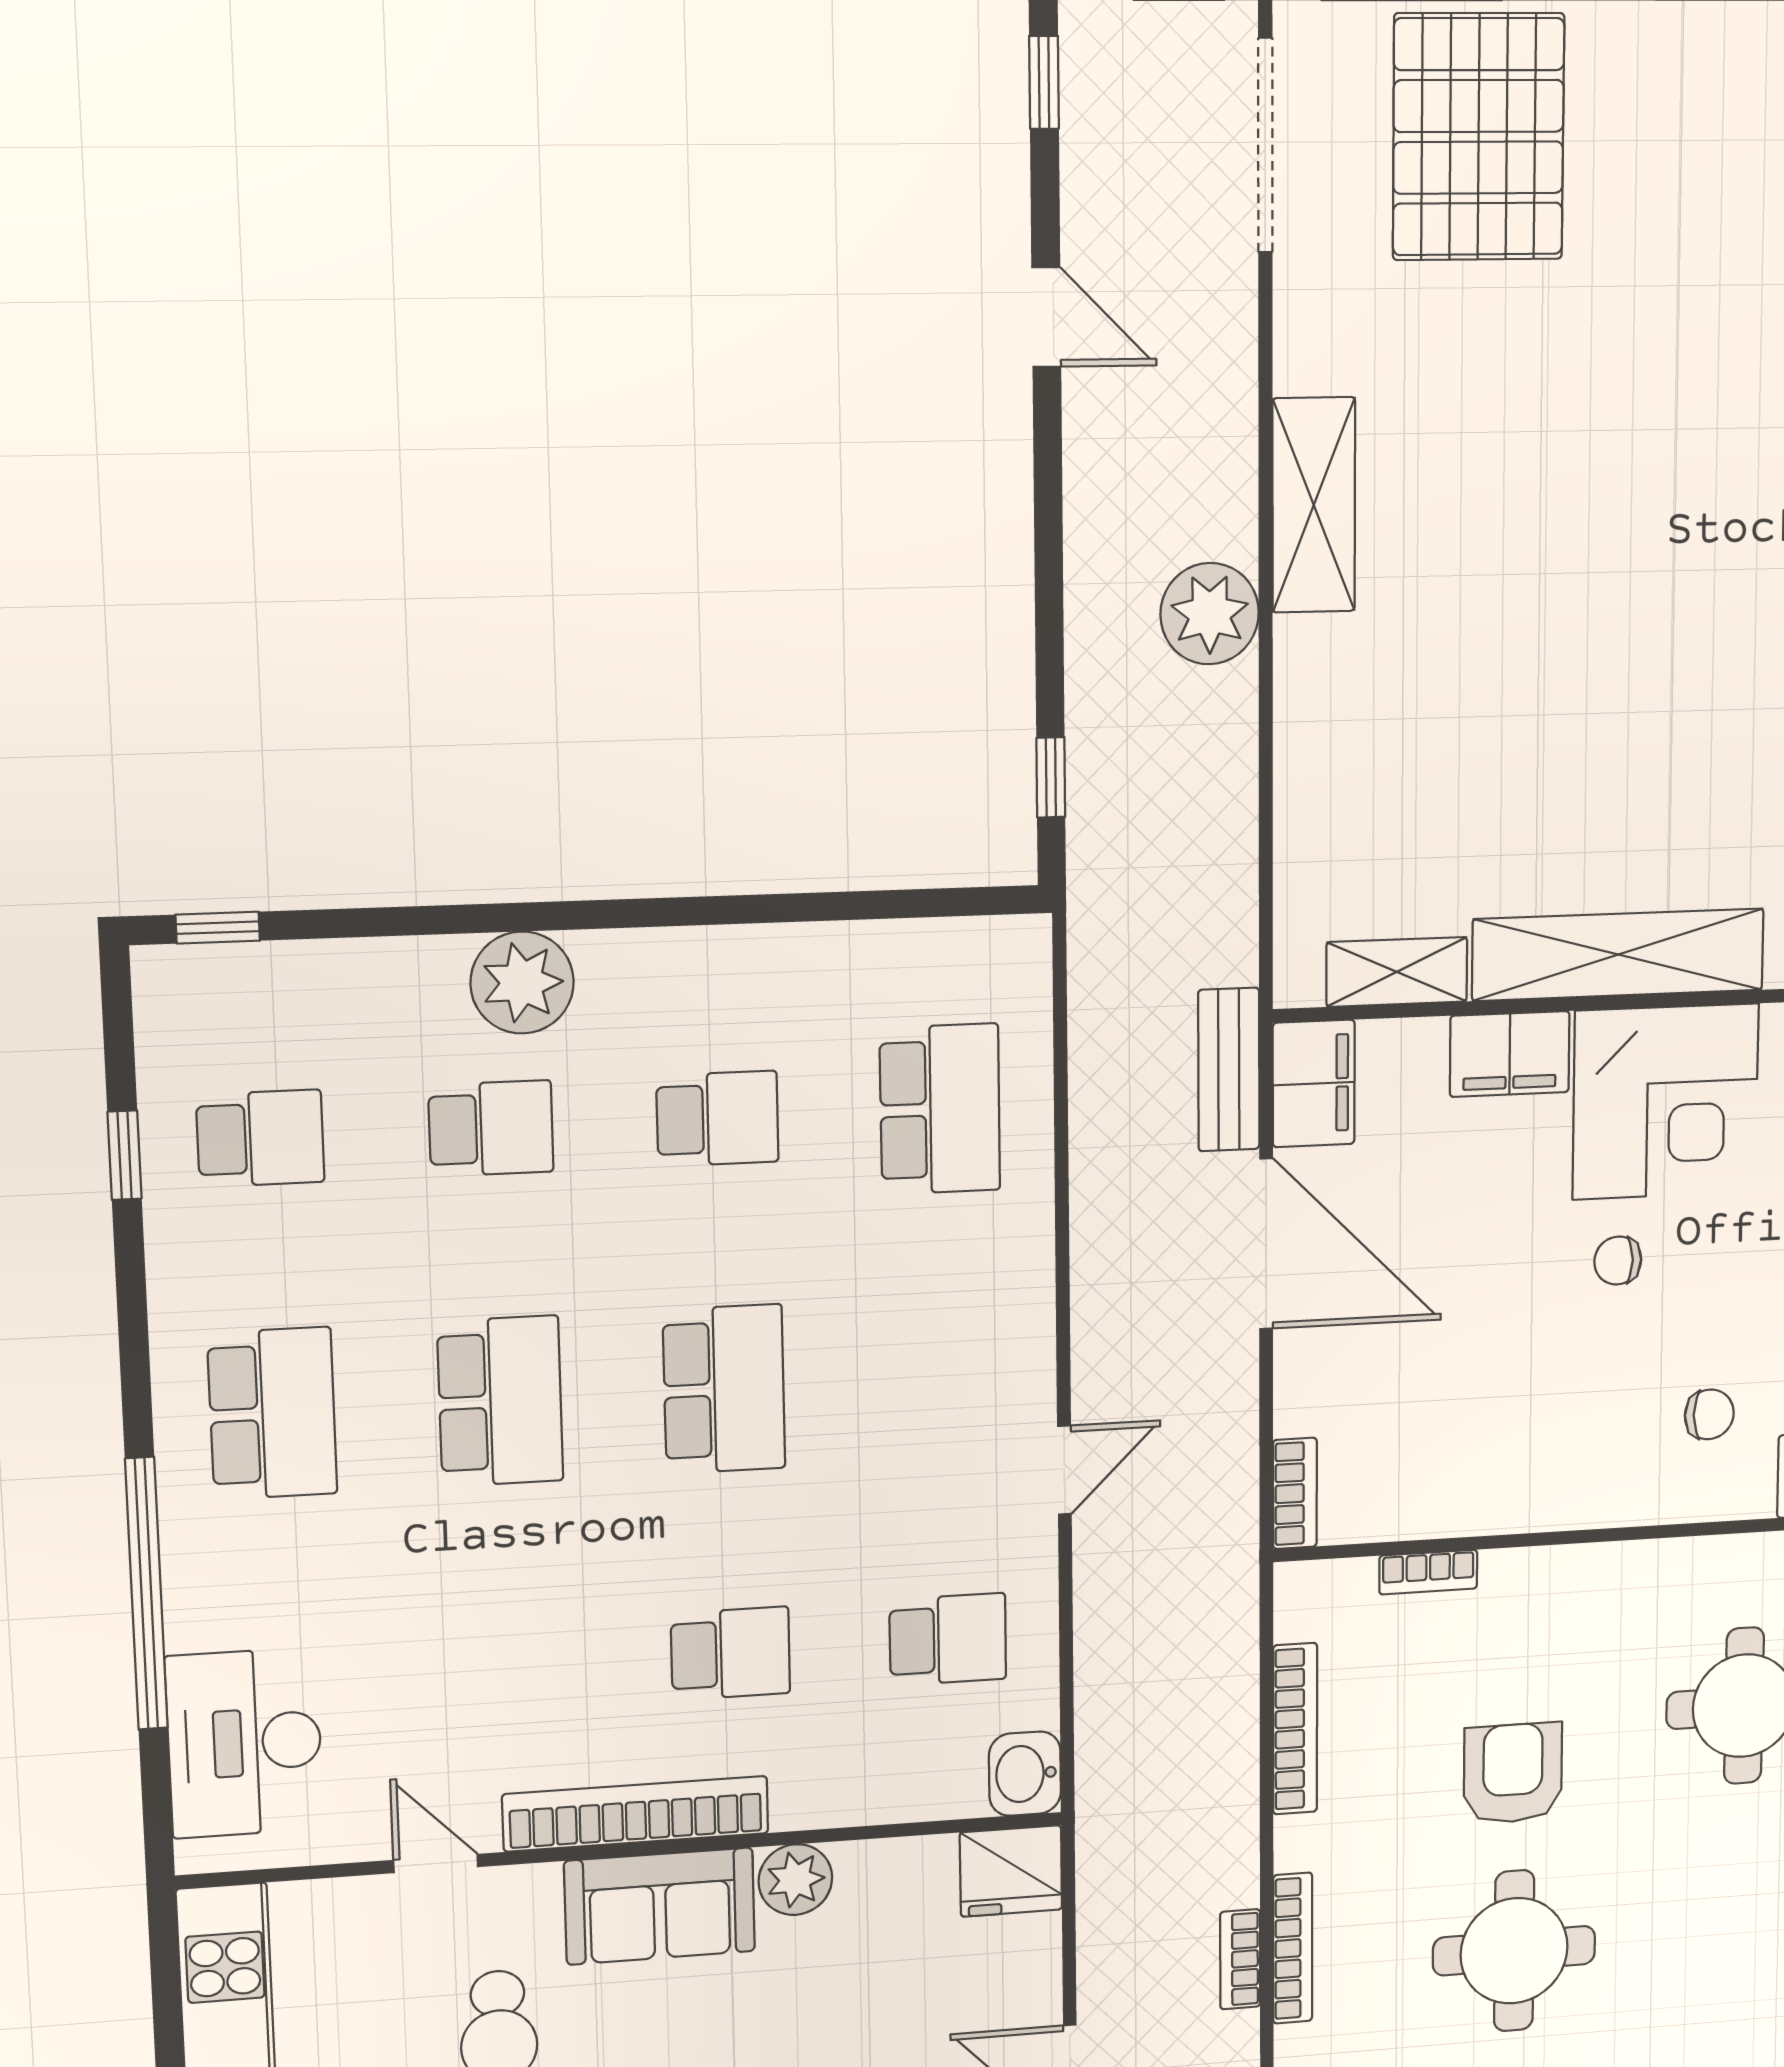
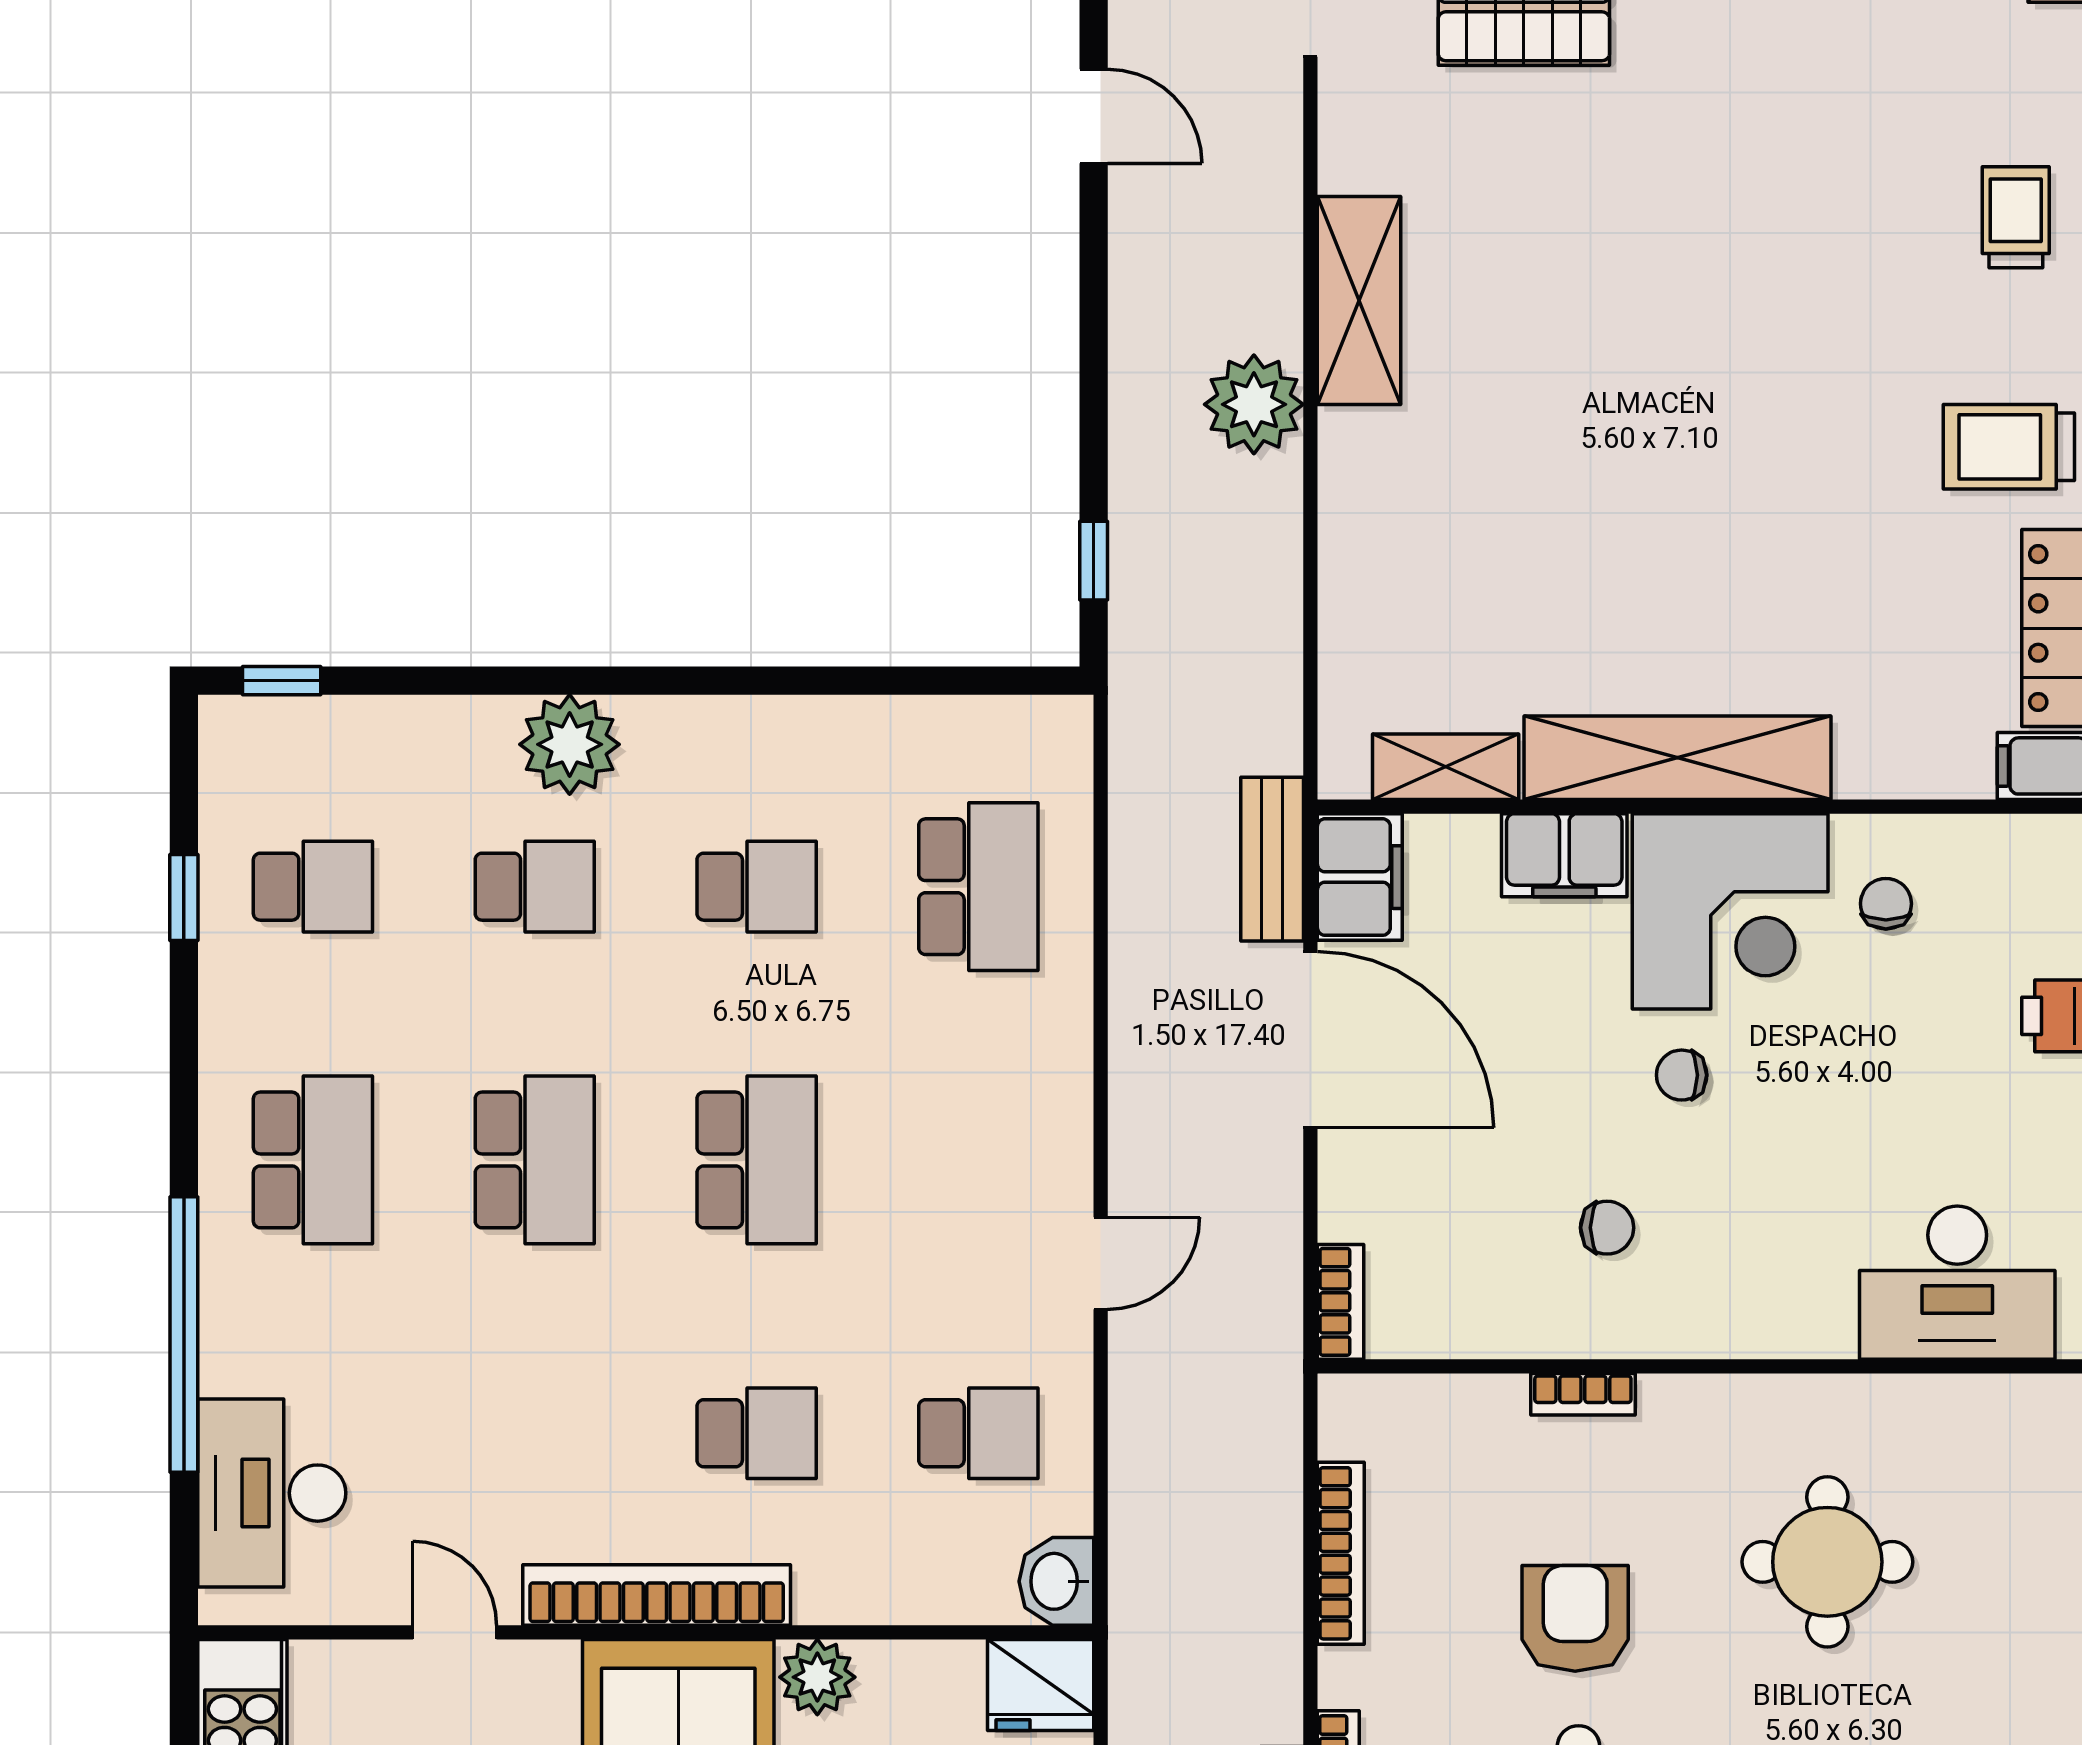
chair: (1709, 1414) -> (1607, 1228), moved
bookcase: (1428, 1572) -> (1583, 1394), moved

